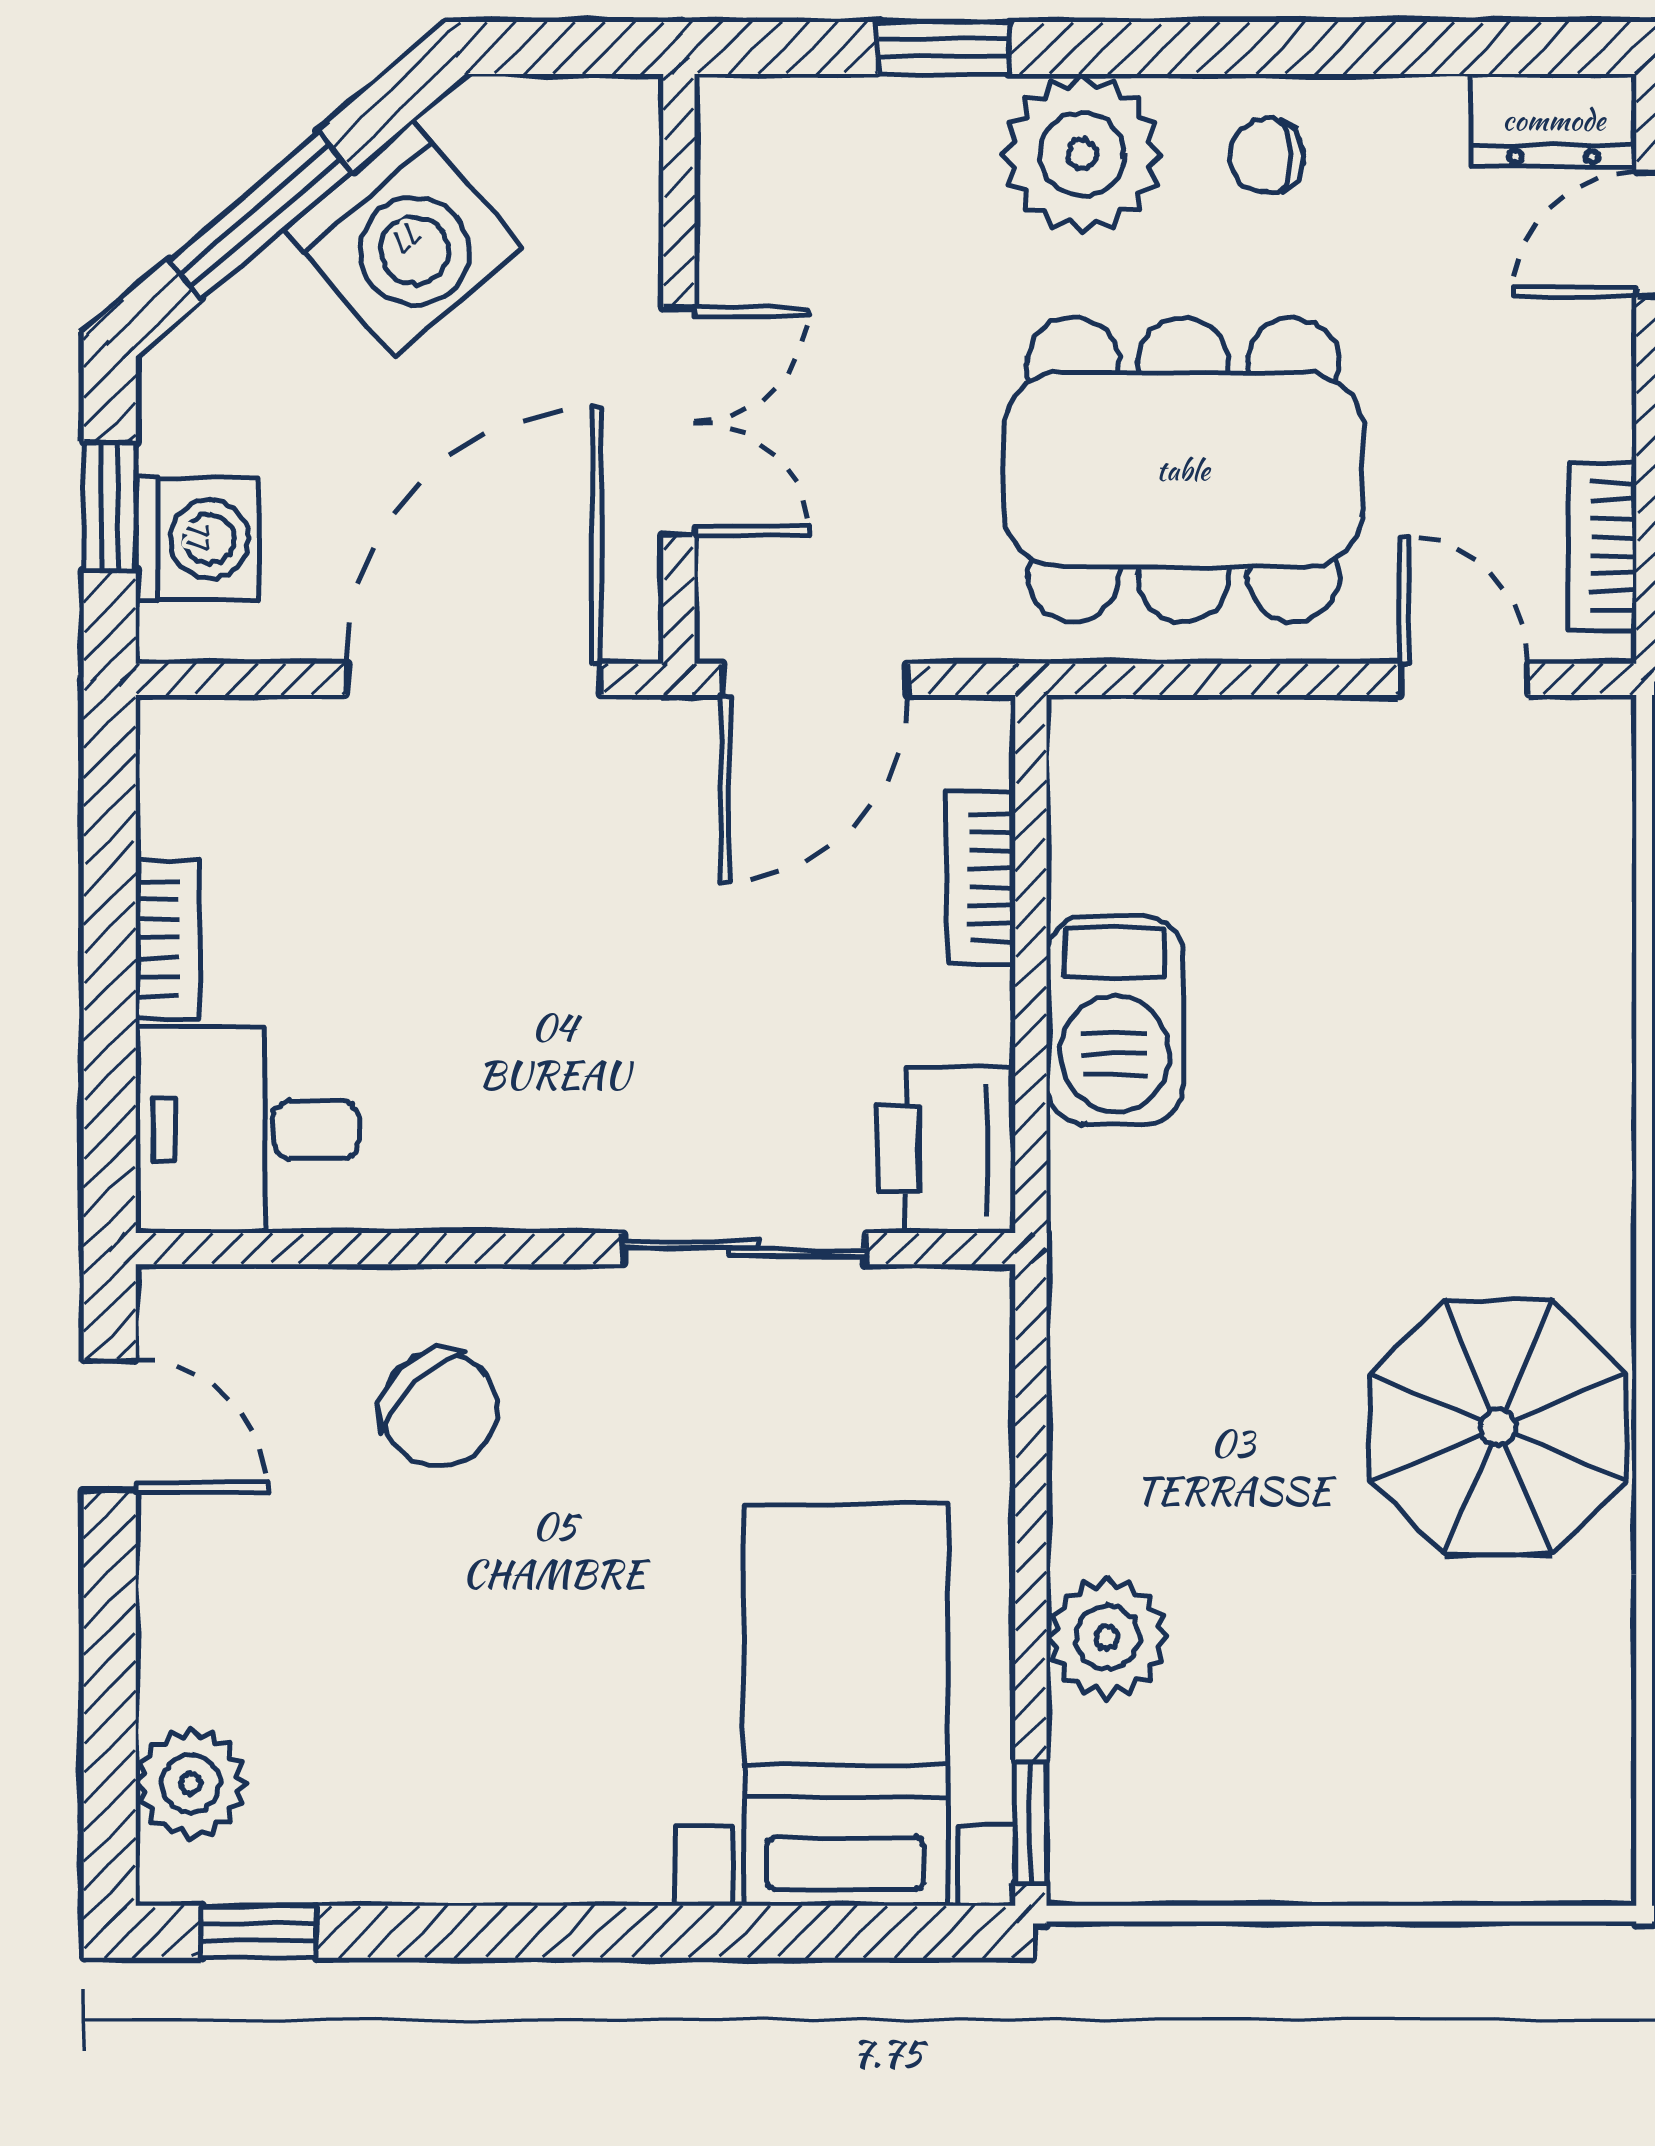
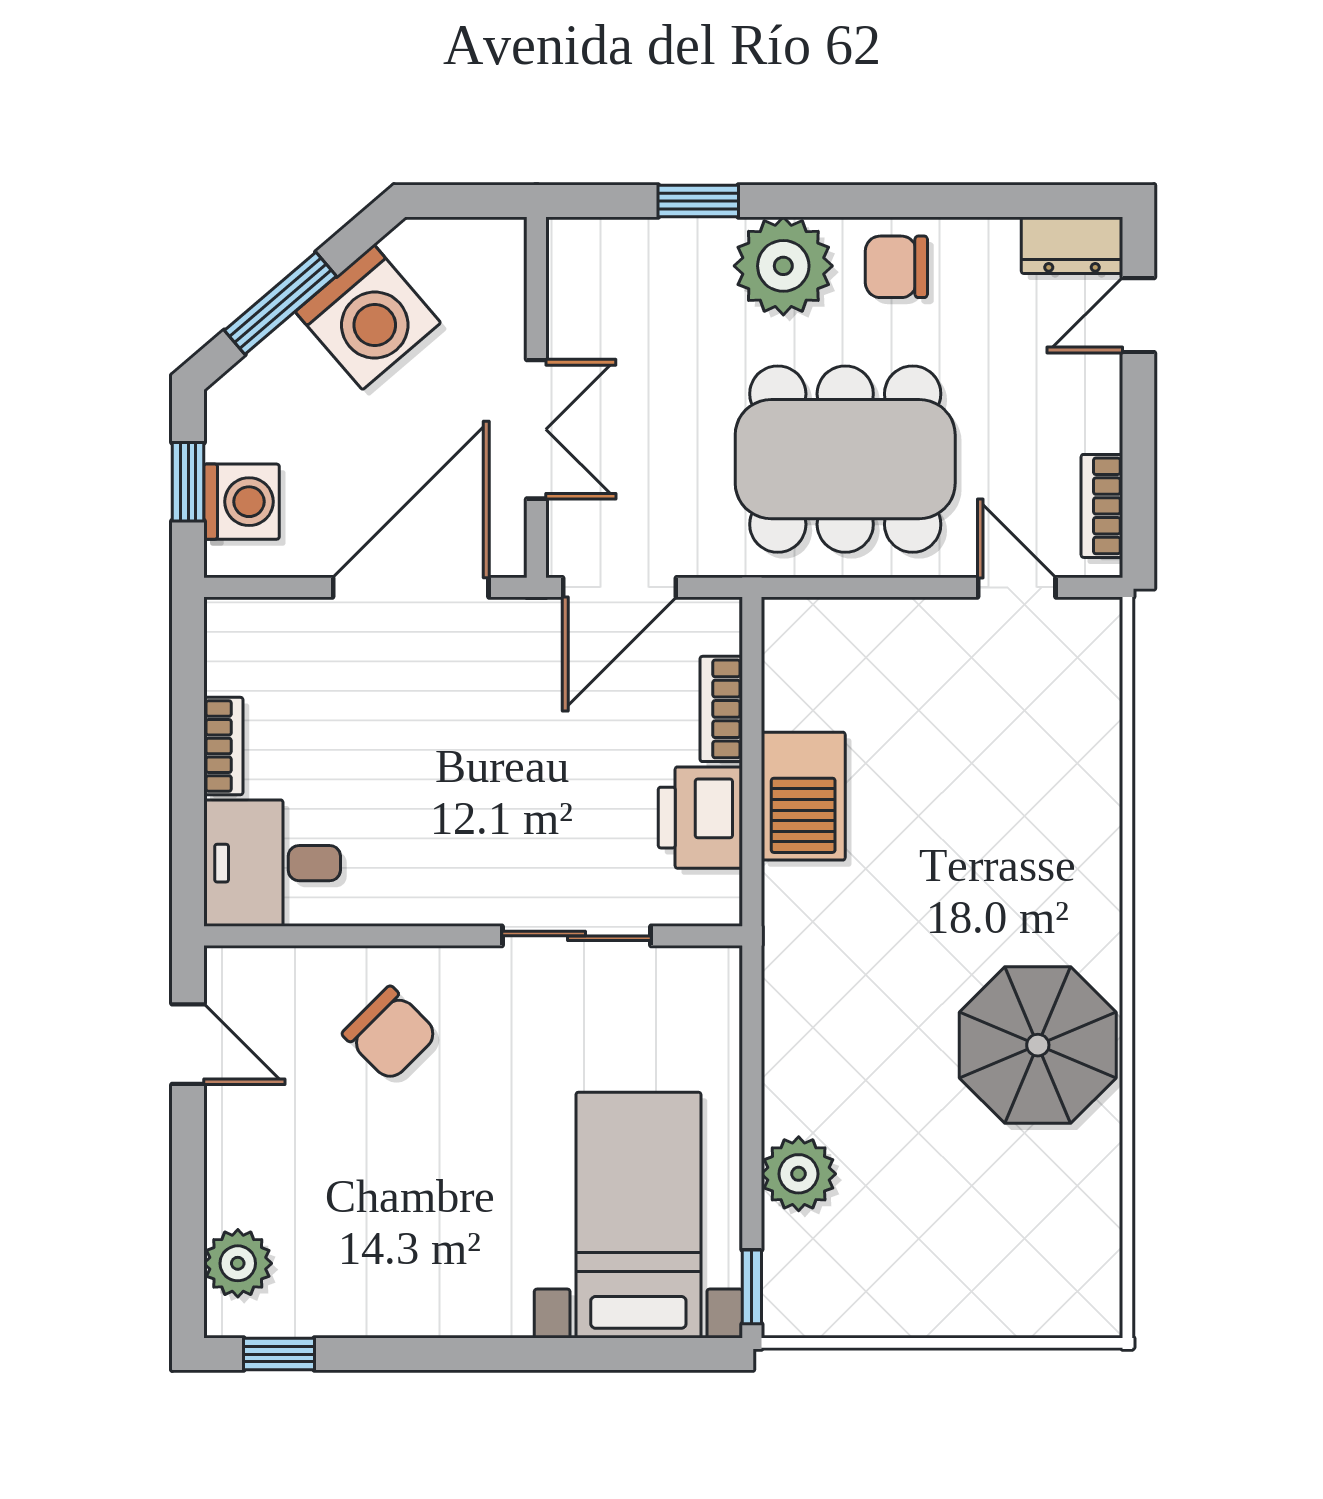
chair: (1267, 156) -> (896, 267), width x1.37, depth x1.37
printer: (947, 1150) -> (700, 818), moved

